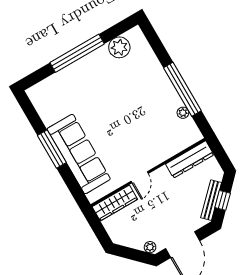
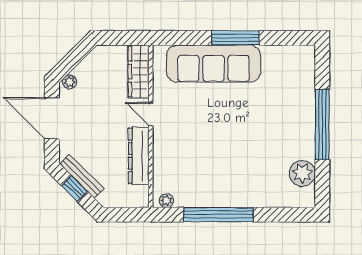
plant: (183, 113) -> (166, 201), moved
dresser: (190, 159) -> (139, 156), moved

